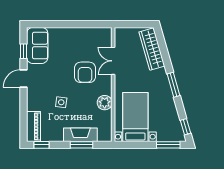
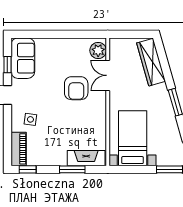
side table: (61, 102) -> (30, 119), moved
plant: (105, 103) -> (98, 50), moved
fireplace: (80, 135) -> (86, 158), moved

